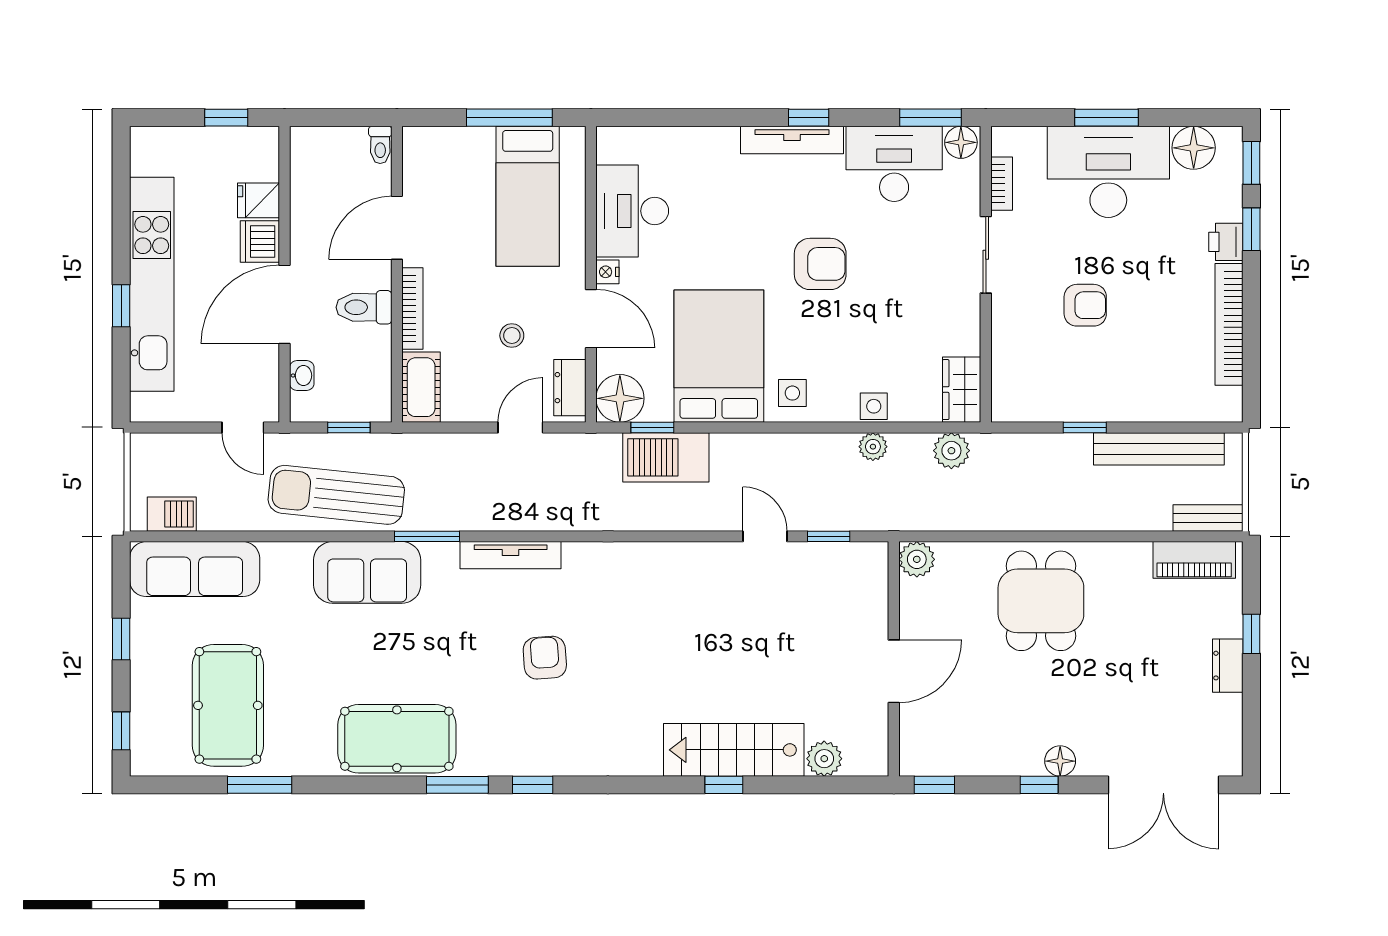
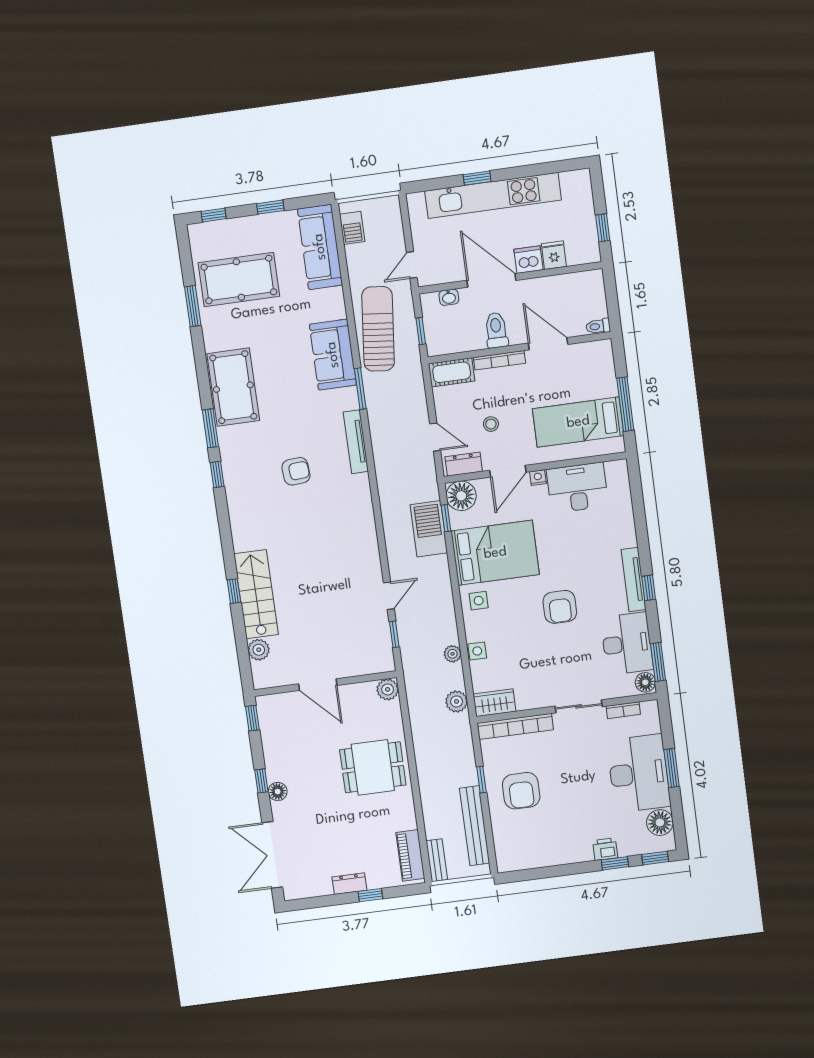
armchair: (1085, 305) -> (521, 791), moved, width x1.38, depth x1.38
bookcase: (1229, 324) -> (515, 726), moved, turned 180

